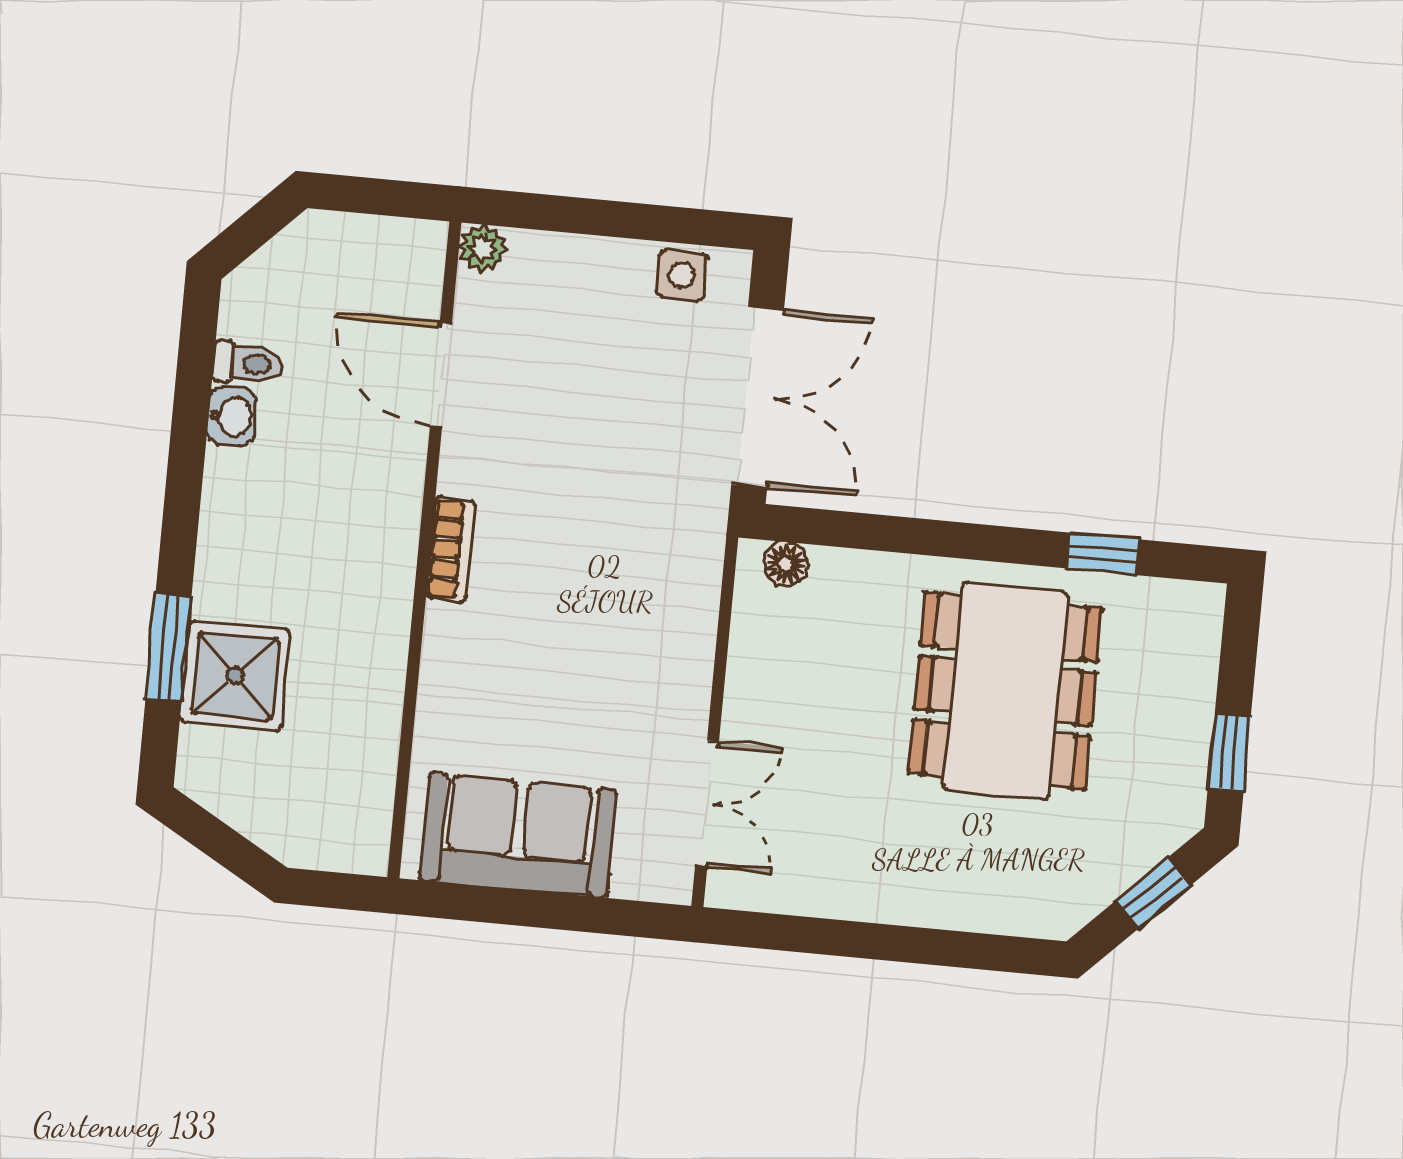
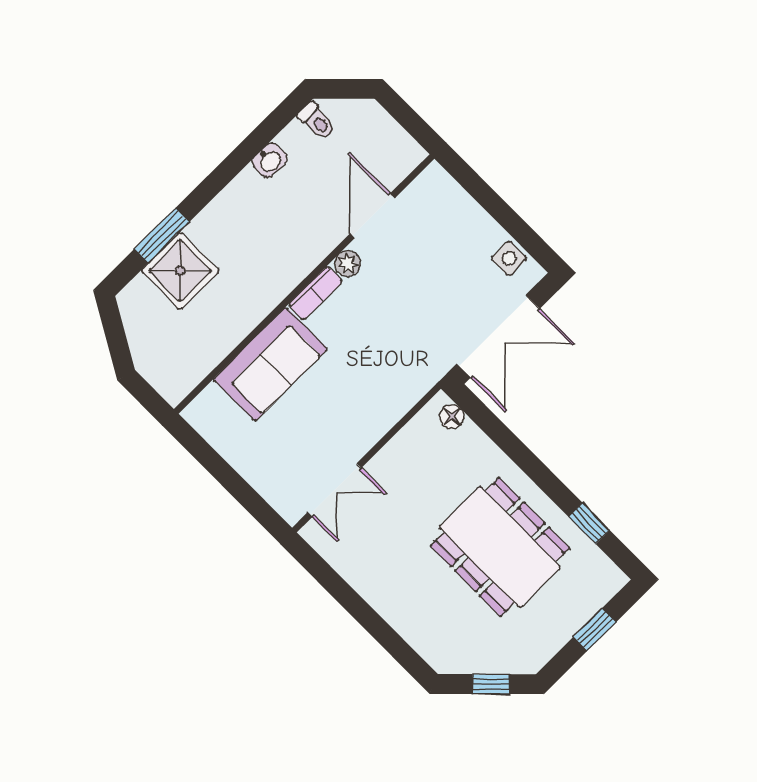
plant: (483, 249) -> (347, 264), moved
toilet: (248, 363) -> (317, 121), moved
dining table: (1005, 691) -> (500, 547), turned 90
window: (1229, 752) -> (595, 629), moved
sofa: (518, 835) -> (271, 364), moved, turned 90

